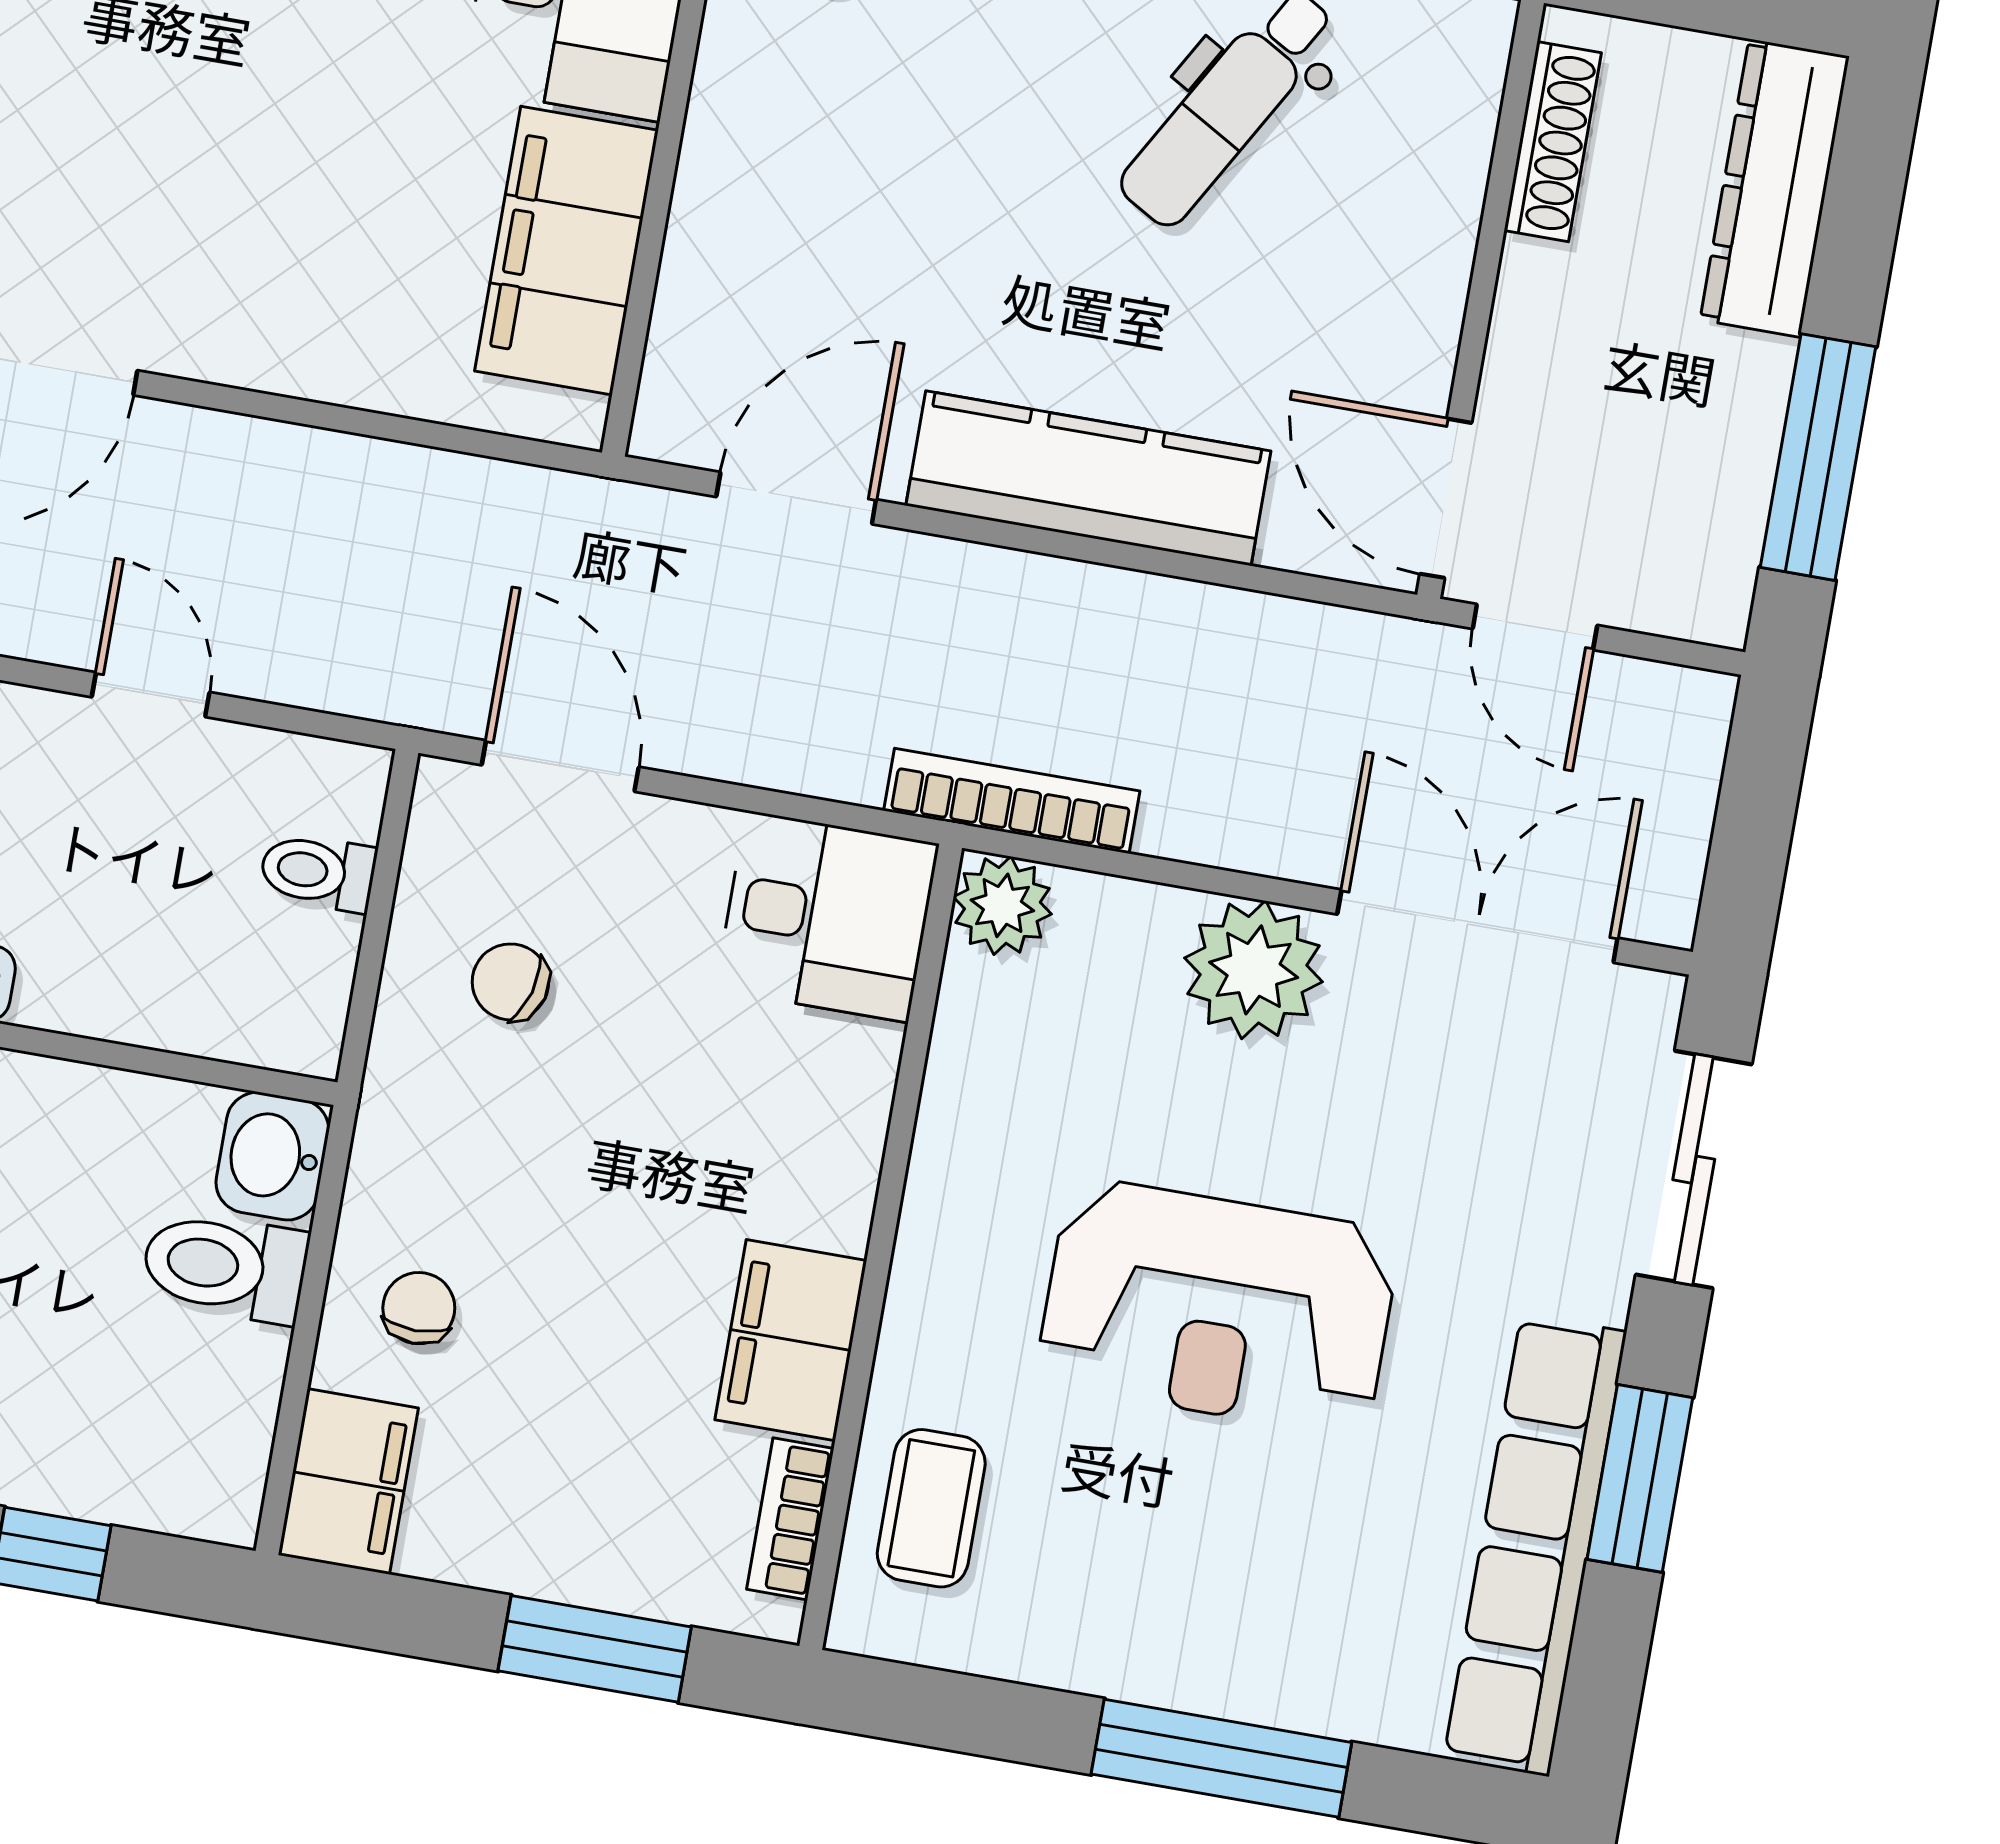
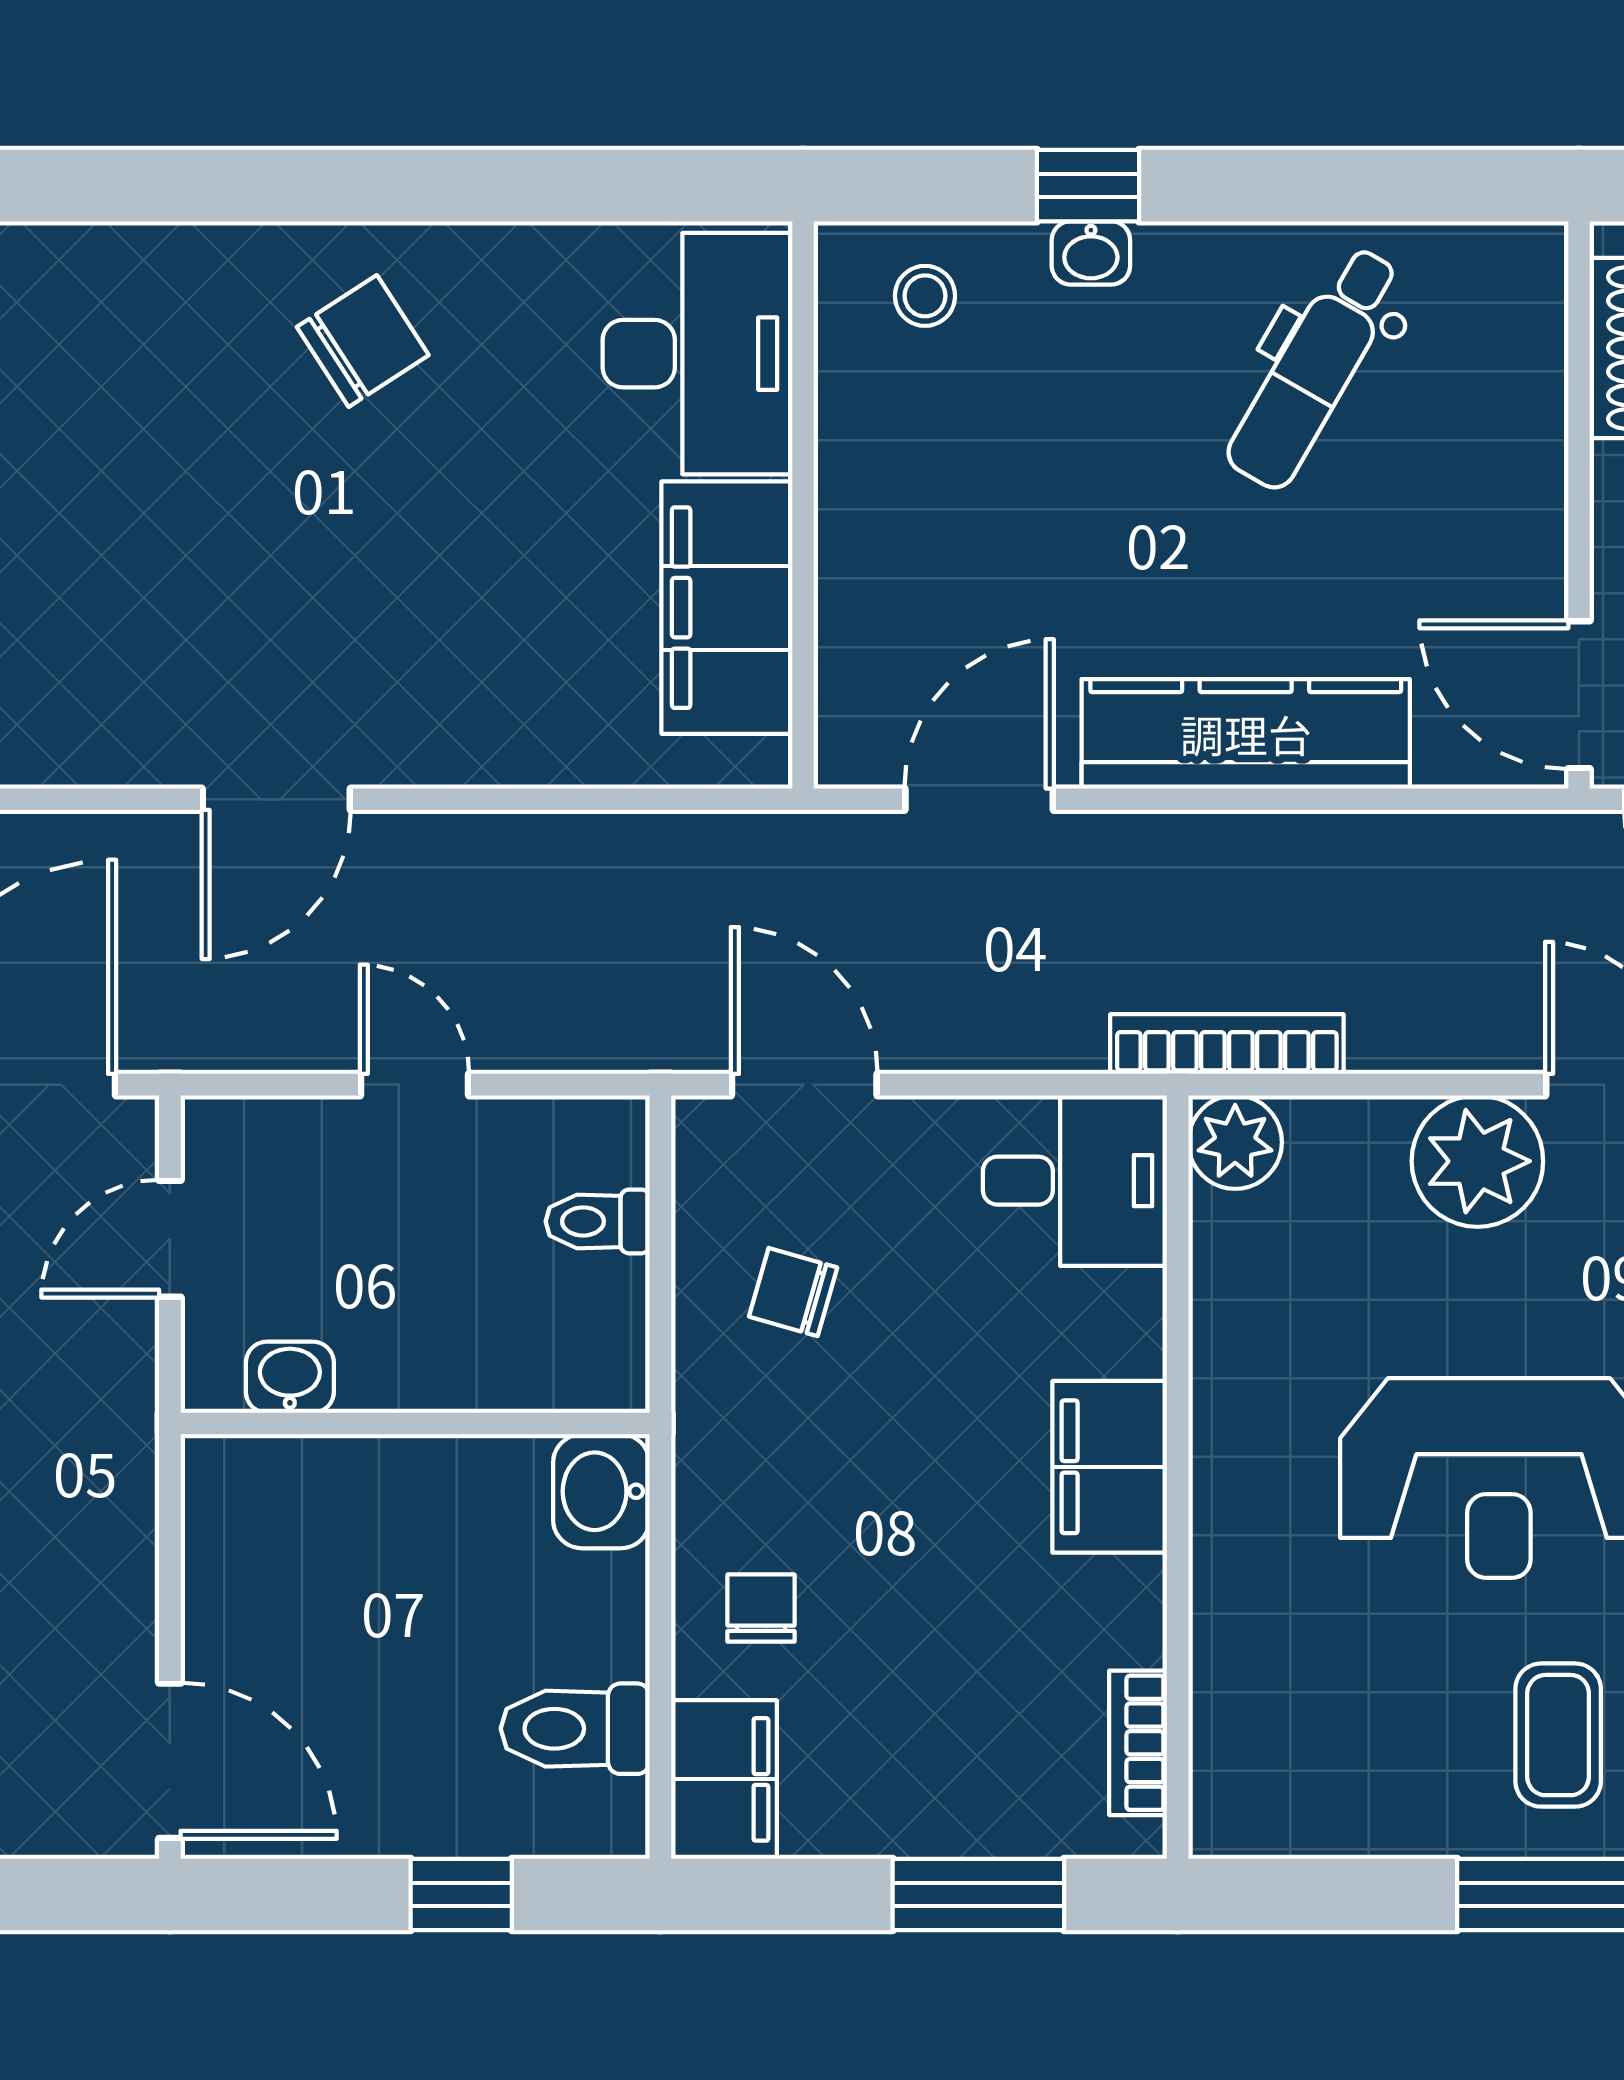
toilet: (225, 1266) -> (575, 1729), moved
filing cabinet: (791, 1340) -> (1110, 1467), moved
coffee table: (931, 1508) -> (1558, 1735), moved

